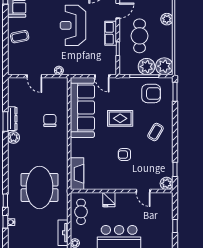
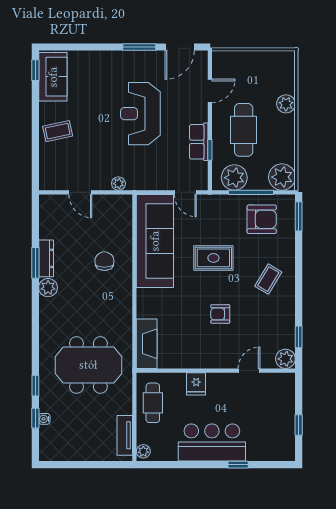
row of seats: (111, 33) -> (199, 142), moved
plant: (147, 67) -> (234, 178), moved
meeting table: (40, 187) -> (88, 365), turned 90
door: (143, 191) -> (249, 371), swing flipped

